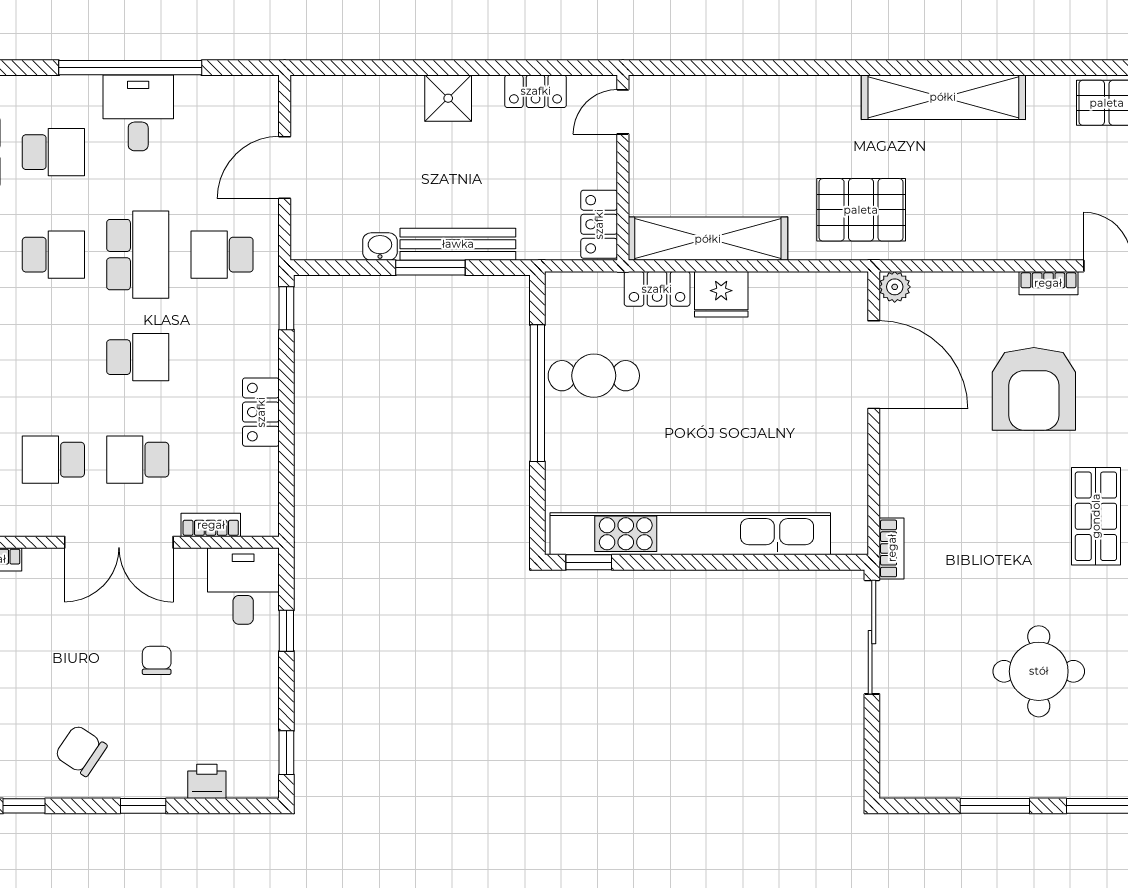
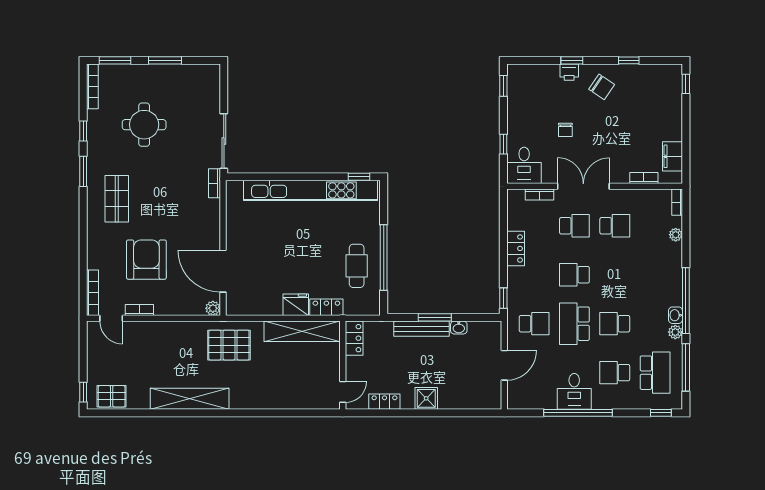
cafe table: (594, 376) -> (357, 266), turned 90
printer: (207, 781) -> (569, 72), moved

